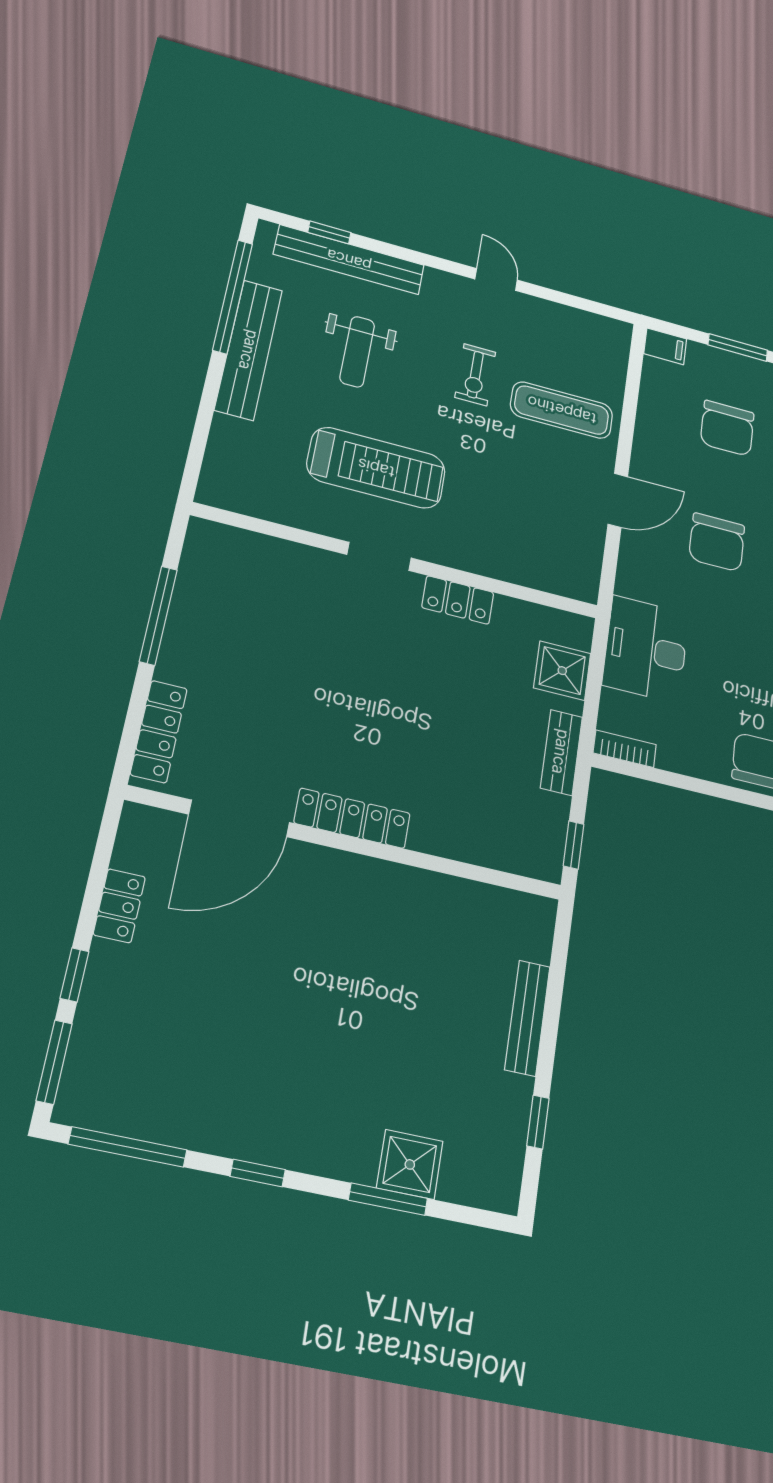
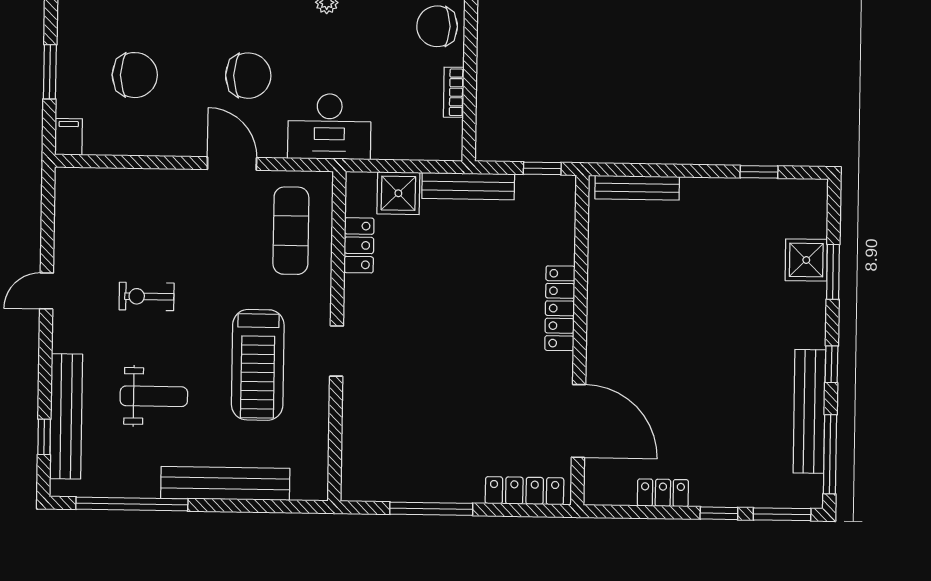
bench: (249, 350) -> (225, 483), moved
exercise bike: (475, 375) -> (147, 296), turned 180
exercise mat: (562, 410) -> (291, 231), moved
treadmill: (376, 468) -> (258, 365), turned 180
locker: (458, 600) -> (359, 245), moved
desk: (646, 649) -> (329, 127), moved
bookcase: (625, 749) -> (454, 92), moved
bench: (561, 752) -> (468, 186), width x1.36
locker: (352, 818) -> (560, 308), moved
bench: (527, 1018) -> (637, 188), moved
bench: (196, 1129) -> (809, 411), added

